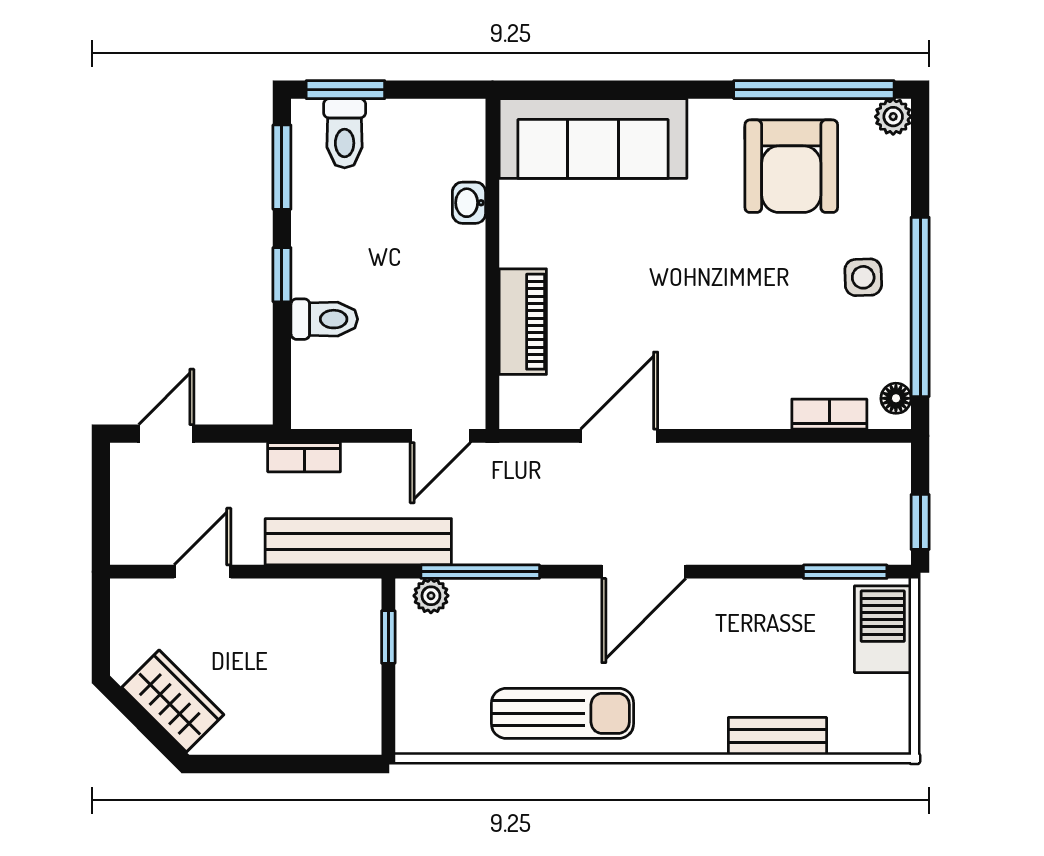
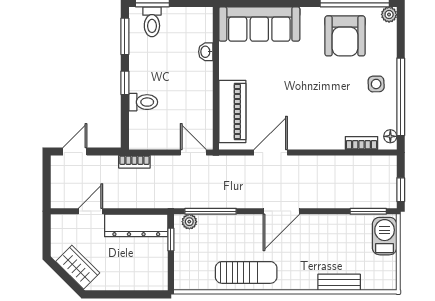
piano: (523, 322) -> (232, 112), width x1.37, depth x1.33
door: (440, 436) -> (193, 153), swing flipped
bench: (358, 542) -> (158, 198), removed
dresser: (308, 605) -> (136, 225), added

